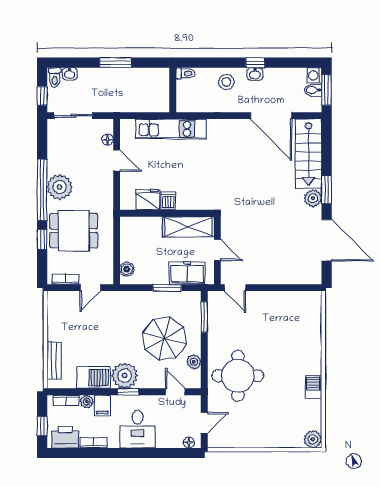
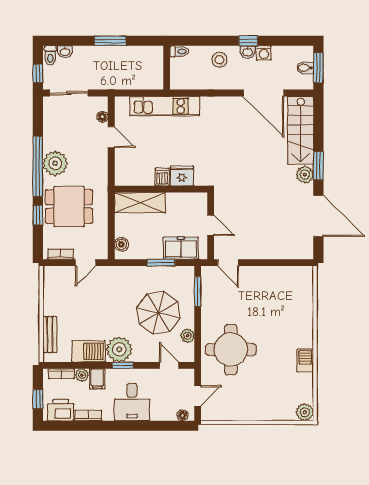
washing machine: (314, 75) -> (264, 53), moved, turned -90
fridge: (148, 200) -> (182, 176), moved
shelving: (188, 227) -> (140, 203), moved

